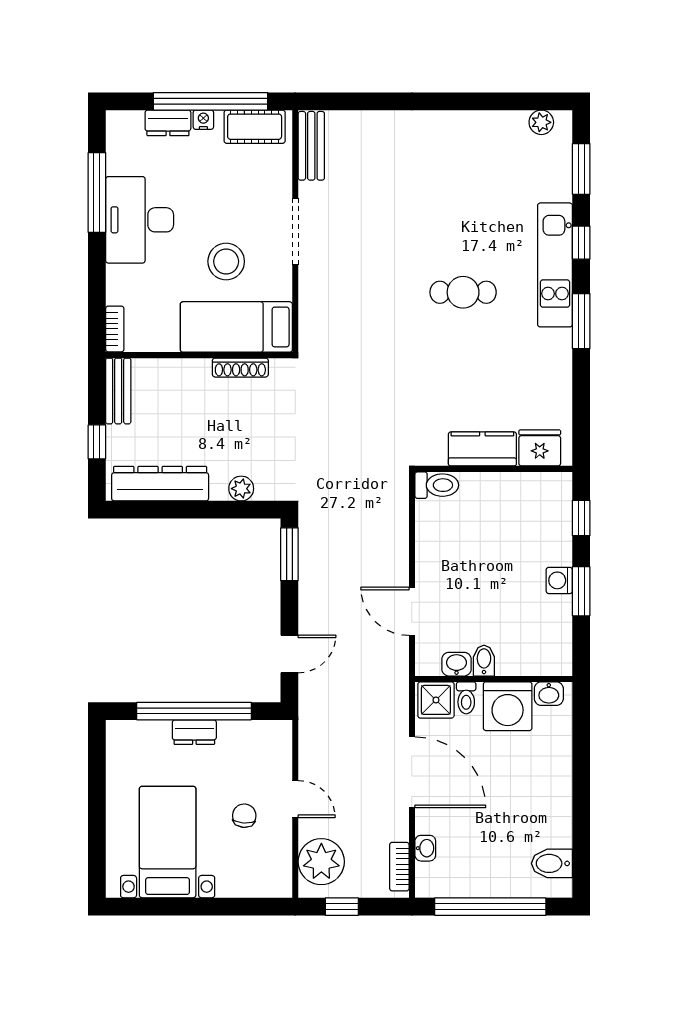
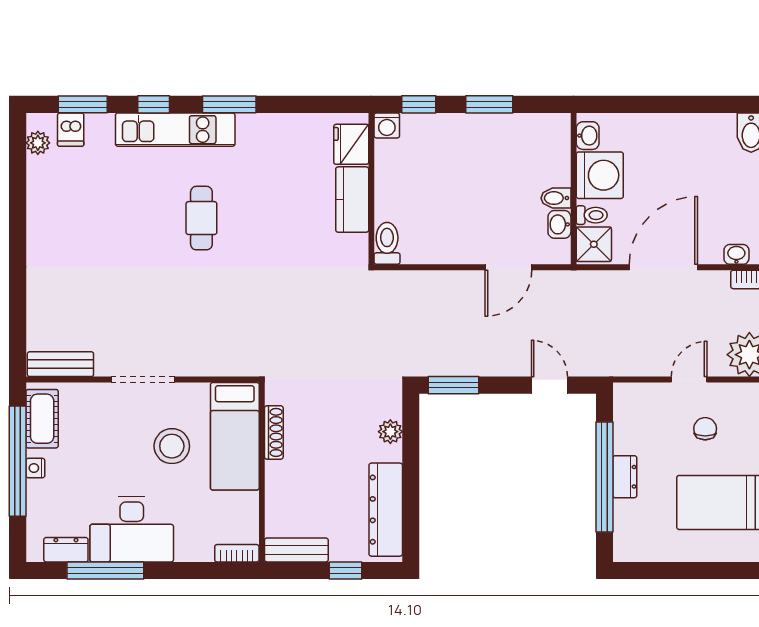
dresser: (168, 123) -> (66, 550), moved, turned -90
dishwasher: (555, 156) -> (71, 130), added
washing machine: (559, 580) -> (387, 125), moved
chair: (244, 816) -> (705, 429), turned 86

